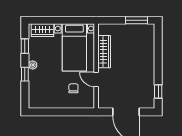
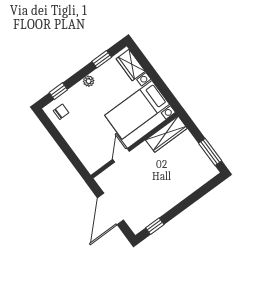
wardrobe: (104, 52) -> (166, 134), moved
window: (25, 74) -> (58, 91), moved
chair: (73, 88) -> (61, 112), moved

